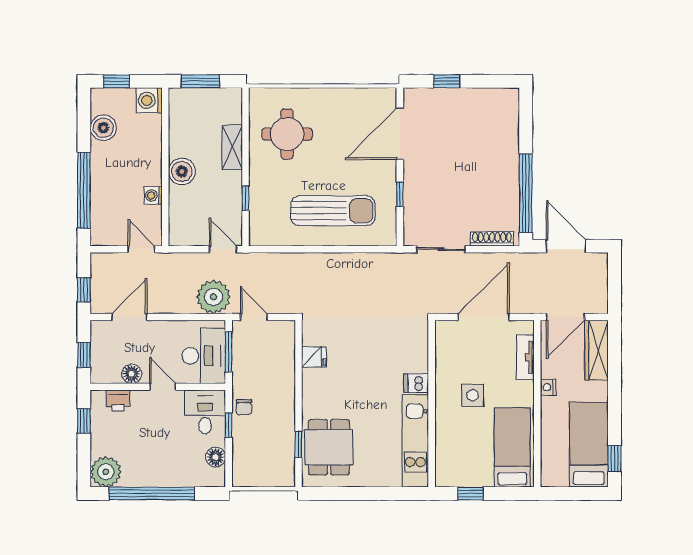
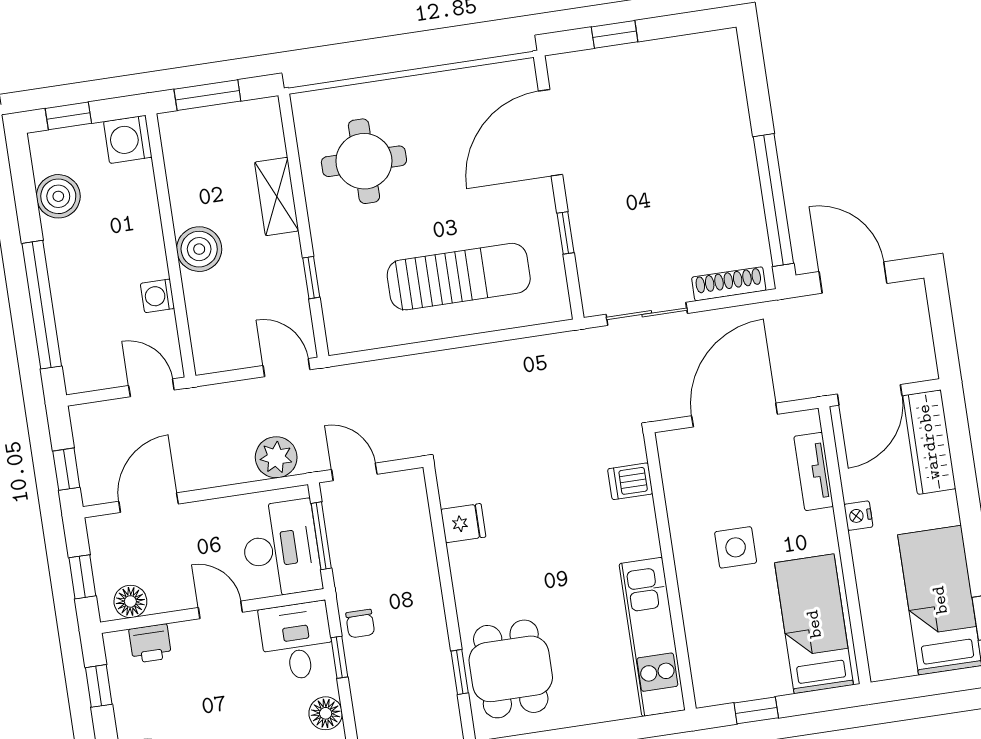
plant: (213, 297) -> (276, 457), width x0.73, depth x0.73
floor lamp: (132, 374) -> (130, 601), moved
dishwasher: (416, 383) -> (630, 481), moved

